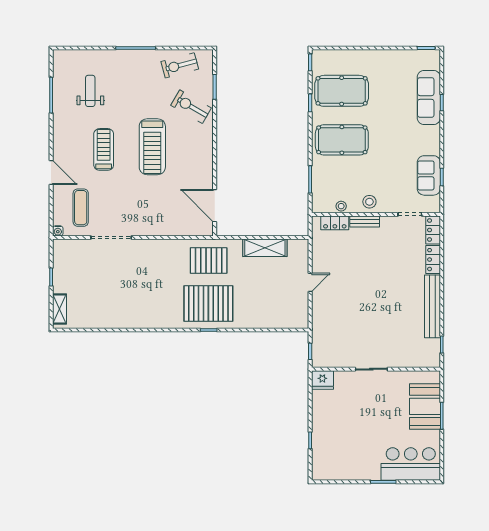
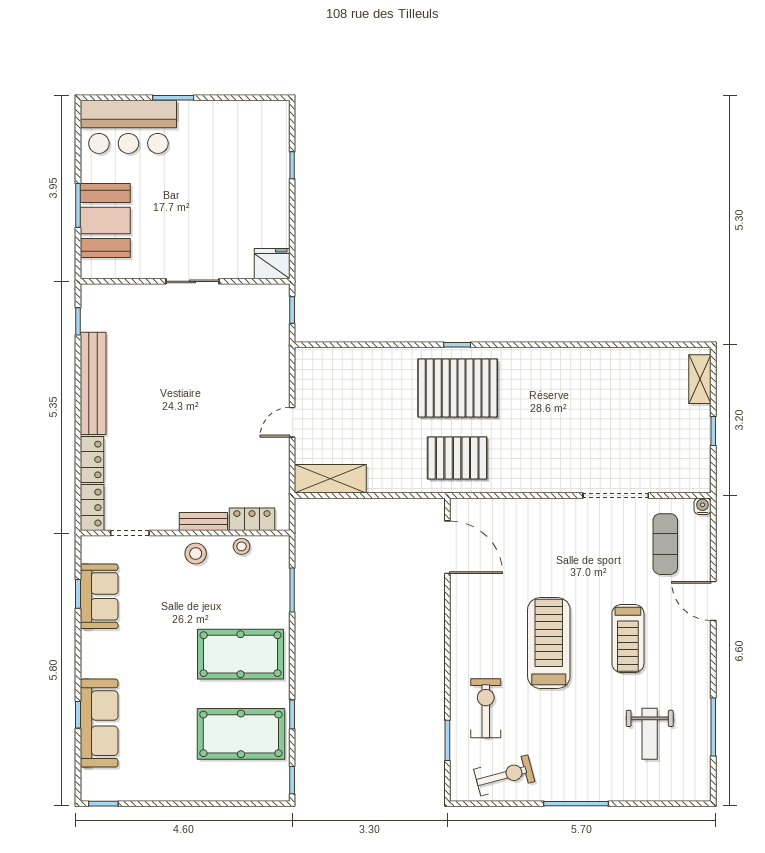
exercise bike: (191, 107) -> (486, 708), turned -120
shelving: (265, 248) -> (330, 479), moved

